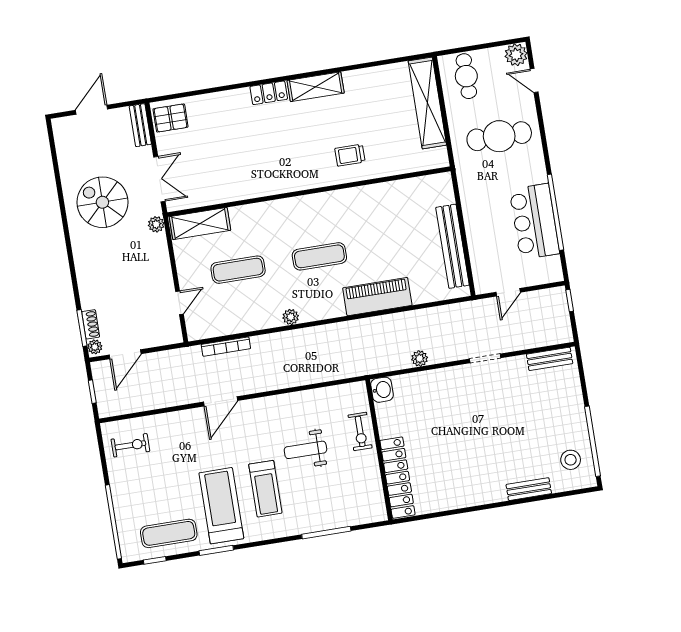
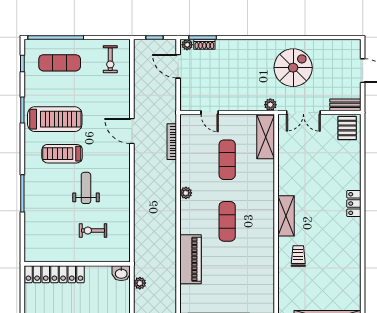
shelving: (316, 87) -> (286, 216), moved
washbasin: (382, 390) -> (121, 273), moved
wall: (379, 450) -> (77, 264), moved
locker: (398, 478) -> (54, 274), moved
exercise mat: (169, 533) -> (60, 63), moved, turned 90

